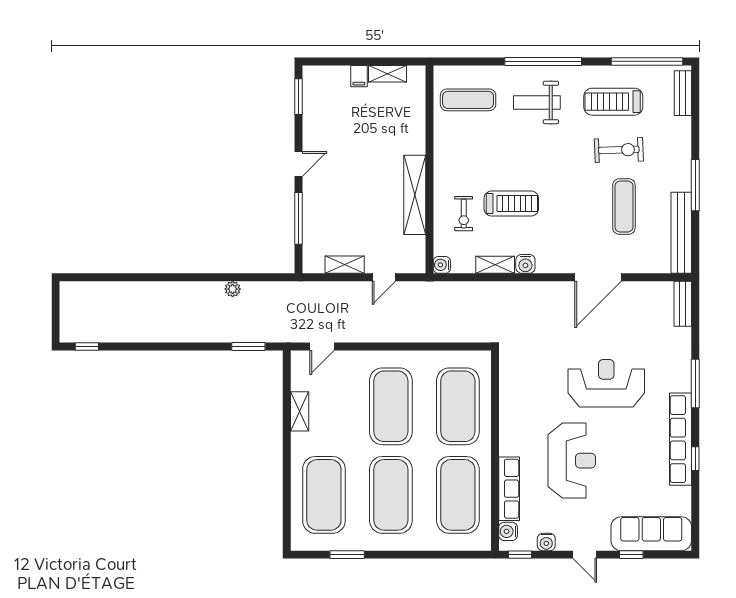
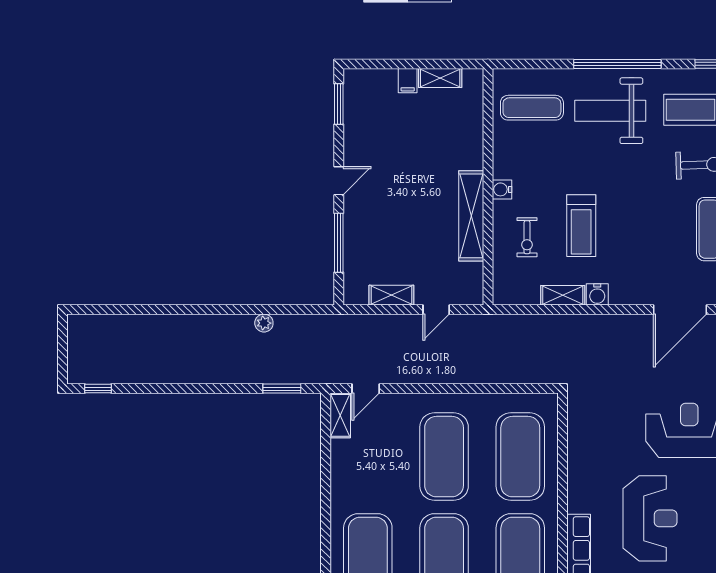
weight bench: (537, 102) -> (610, 111), width x1.36, depth x1.33
treadmill: (511, 203) -> (581, 226), turned 90
water cooler: (442, 265) -> (502, 189), moved
shelving: (300, 411) -> (340, 415), moved

